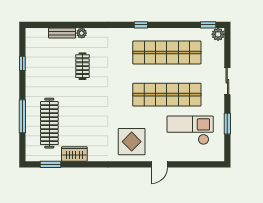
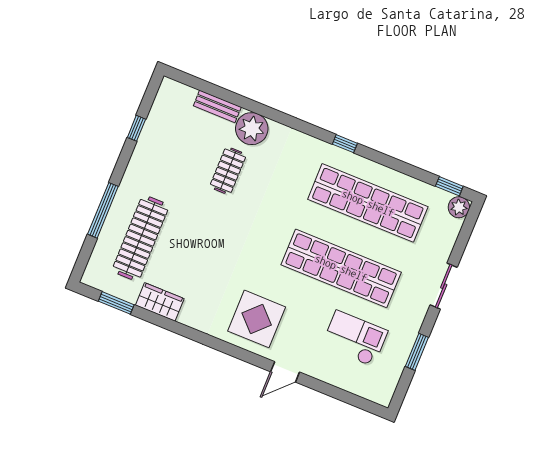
plant: (82, 33) -> (252, 129), width x1.87, depth x1.87
checkout: (190, 130) -> (355, 338), width x0.73, depth x0.83

